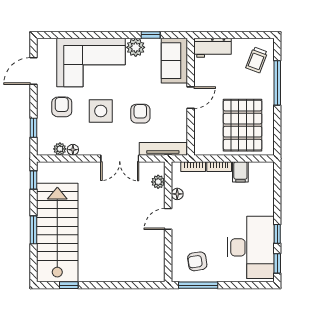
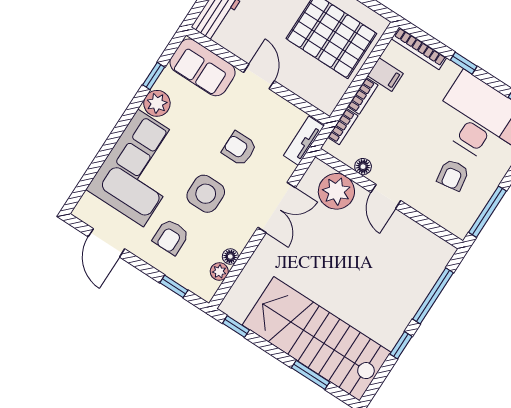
armchair: (62, 107) -> (171, 237), turned -90
tv unit: (163, 149) -> (304, 141), width x0.71
plant: (158, 182) -> (336, 191), width x1.87, depth x1.87
bookcase: (269, 182) -> (419, 48), added
window: (33, 230) -> (311, 375), moved
window: (277, 234) -> (464, 63), moved
armchair: (197, 261) -> (453, 175), moved
window: (69, 285) -> (401, 345), moved
window: (127, 285) -> (433, 296), added

